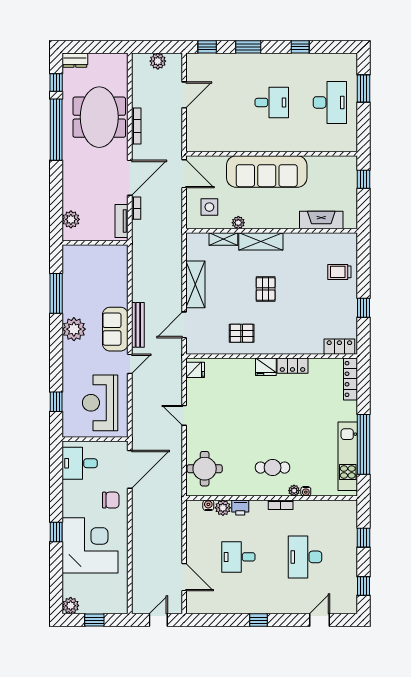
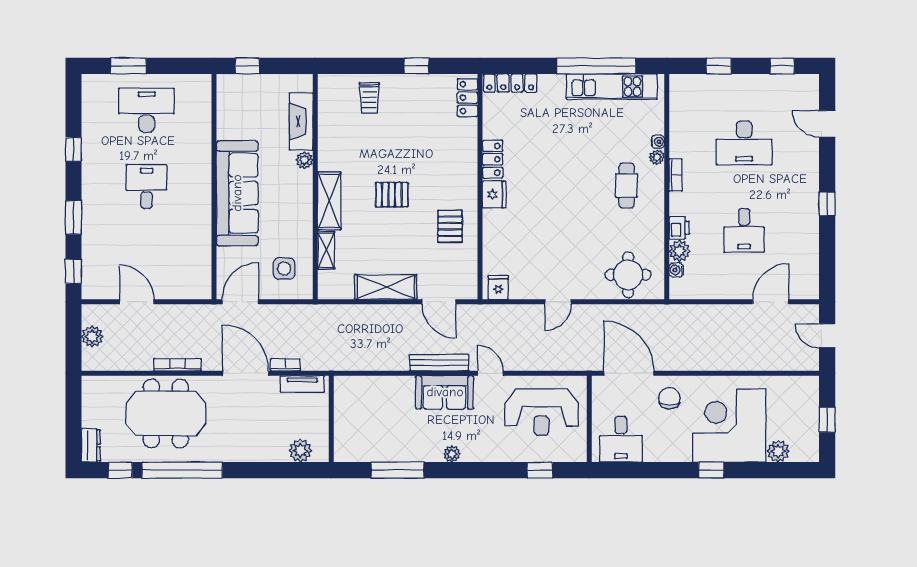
plant: (238, 223) -> (305, 160), moved
plant: (74, 329) -> (452, 454), width x0.53, depth x0.53
plant: (71, 606) -> (778, 451), moved

